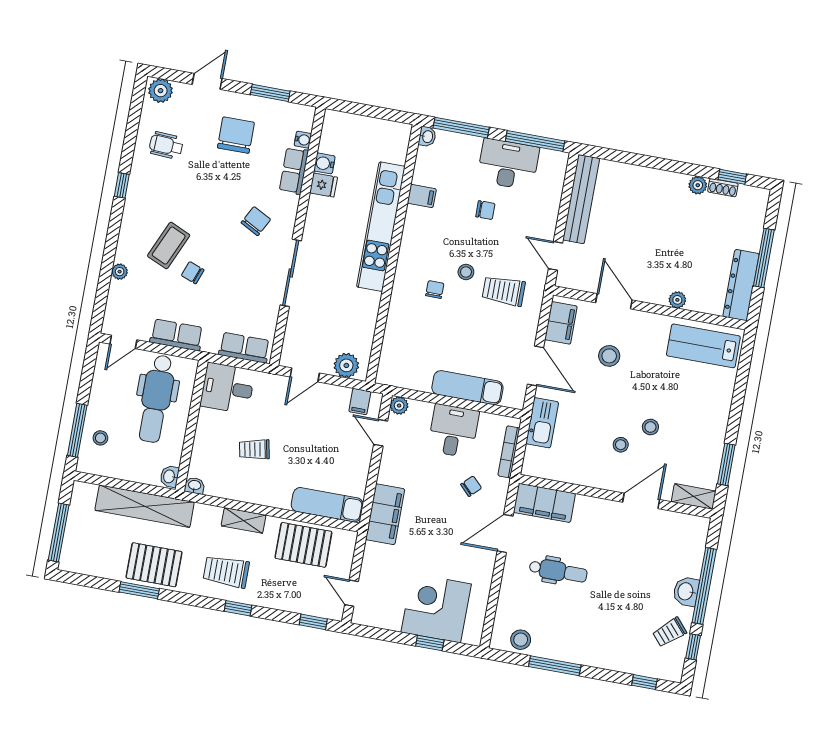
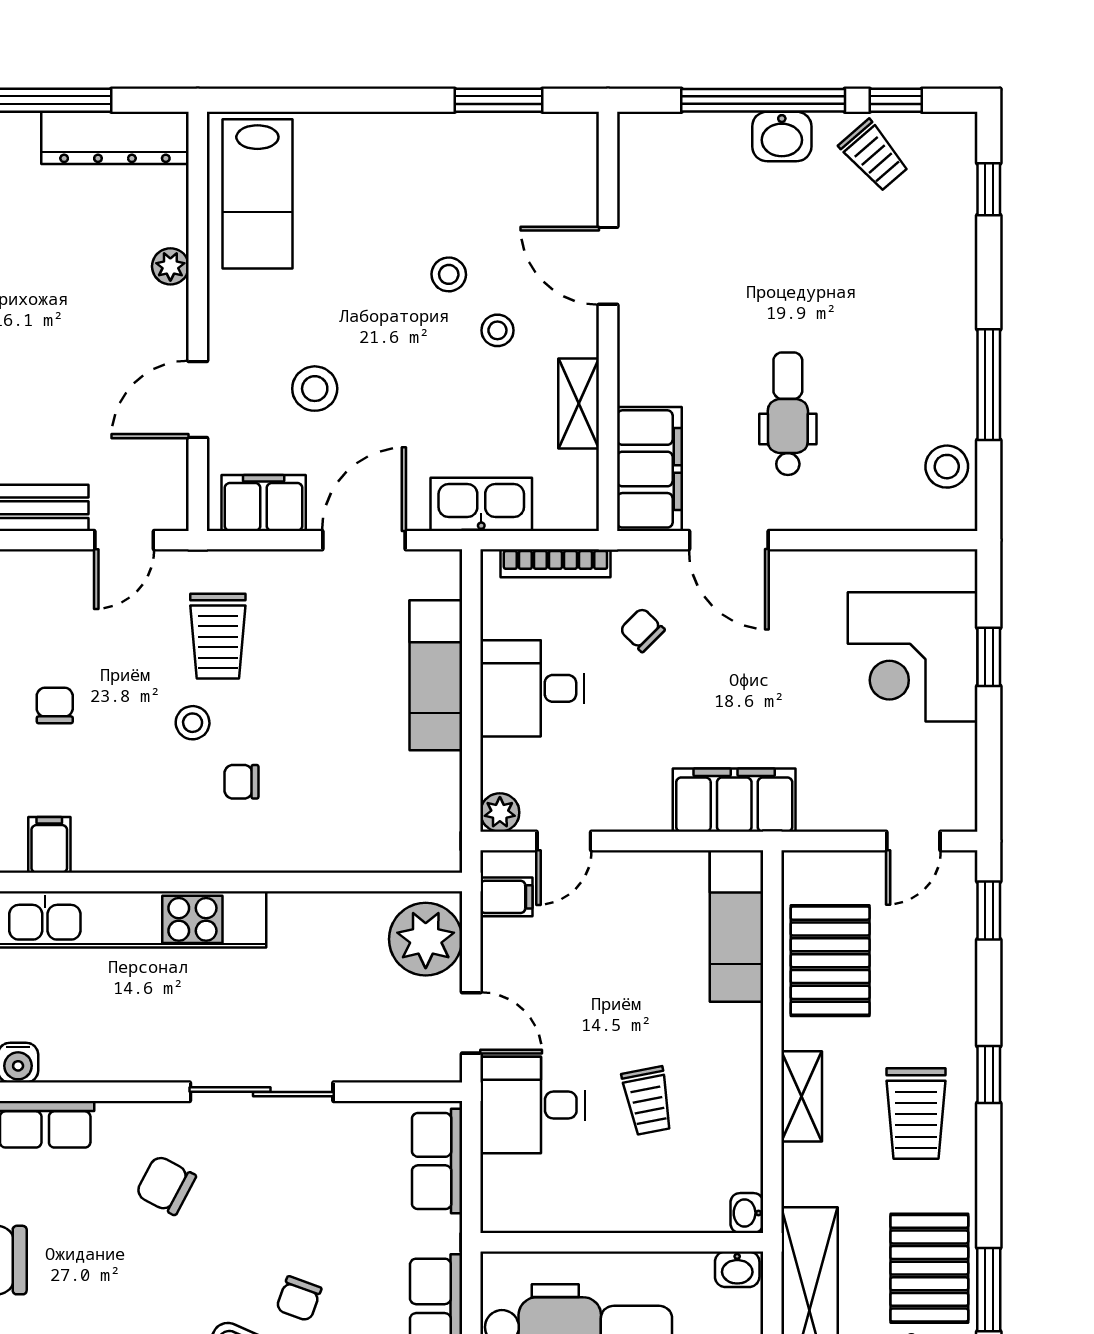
fridge: (324, 185) -> (64, 1056), removed
plant: (346, 365) -> (426, 939), width x1.36, depth x1.36
desk: (227, 388) -> (533, 1105), moved, turned 90
shelving: (694, 496) -> (579, 404), moved

